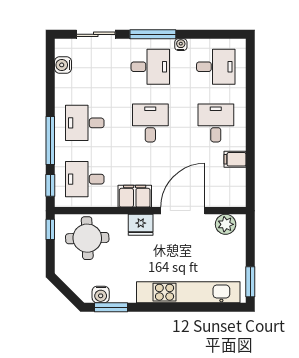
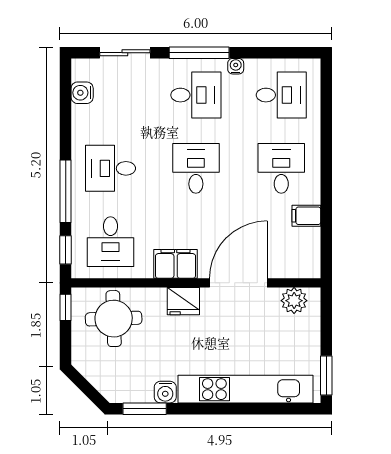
desk: (85, 179) -> (110, 242), turned -90
water cooler: (101, 294) -> (165, 392), moved

